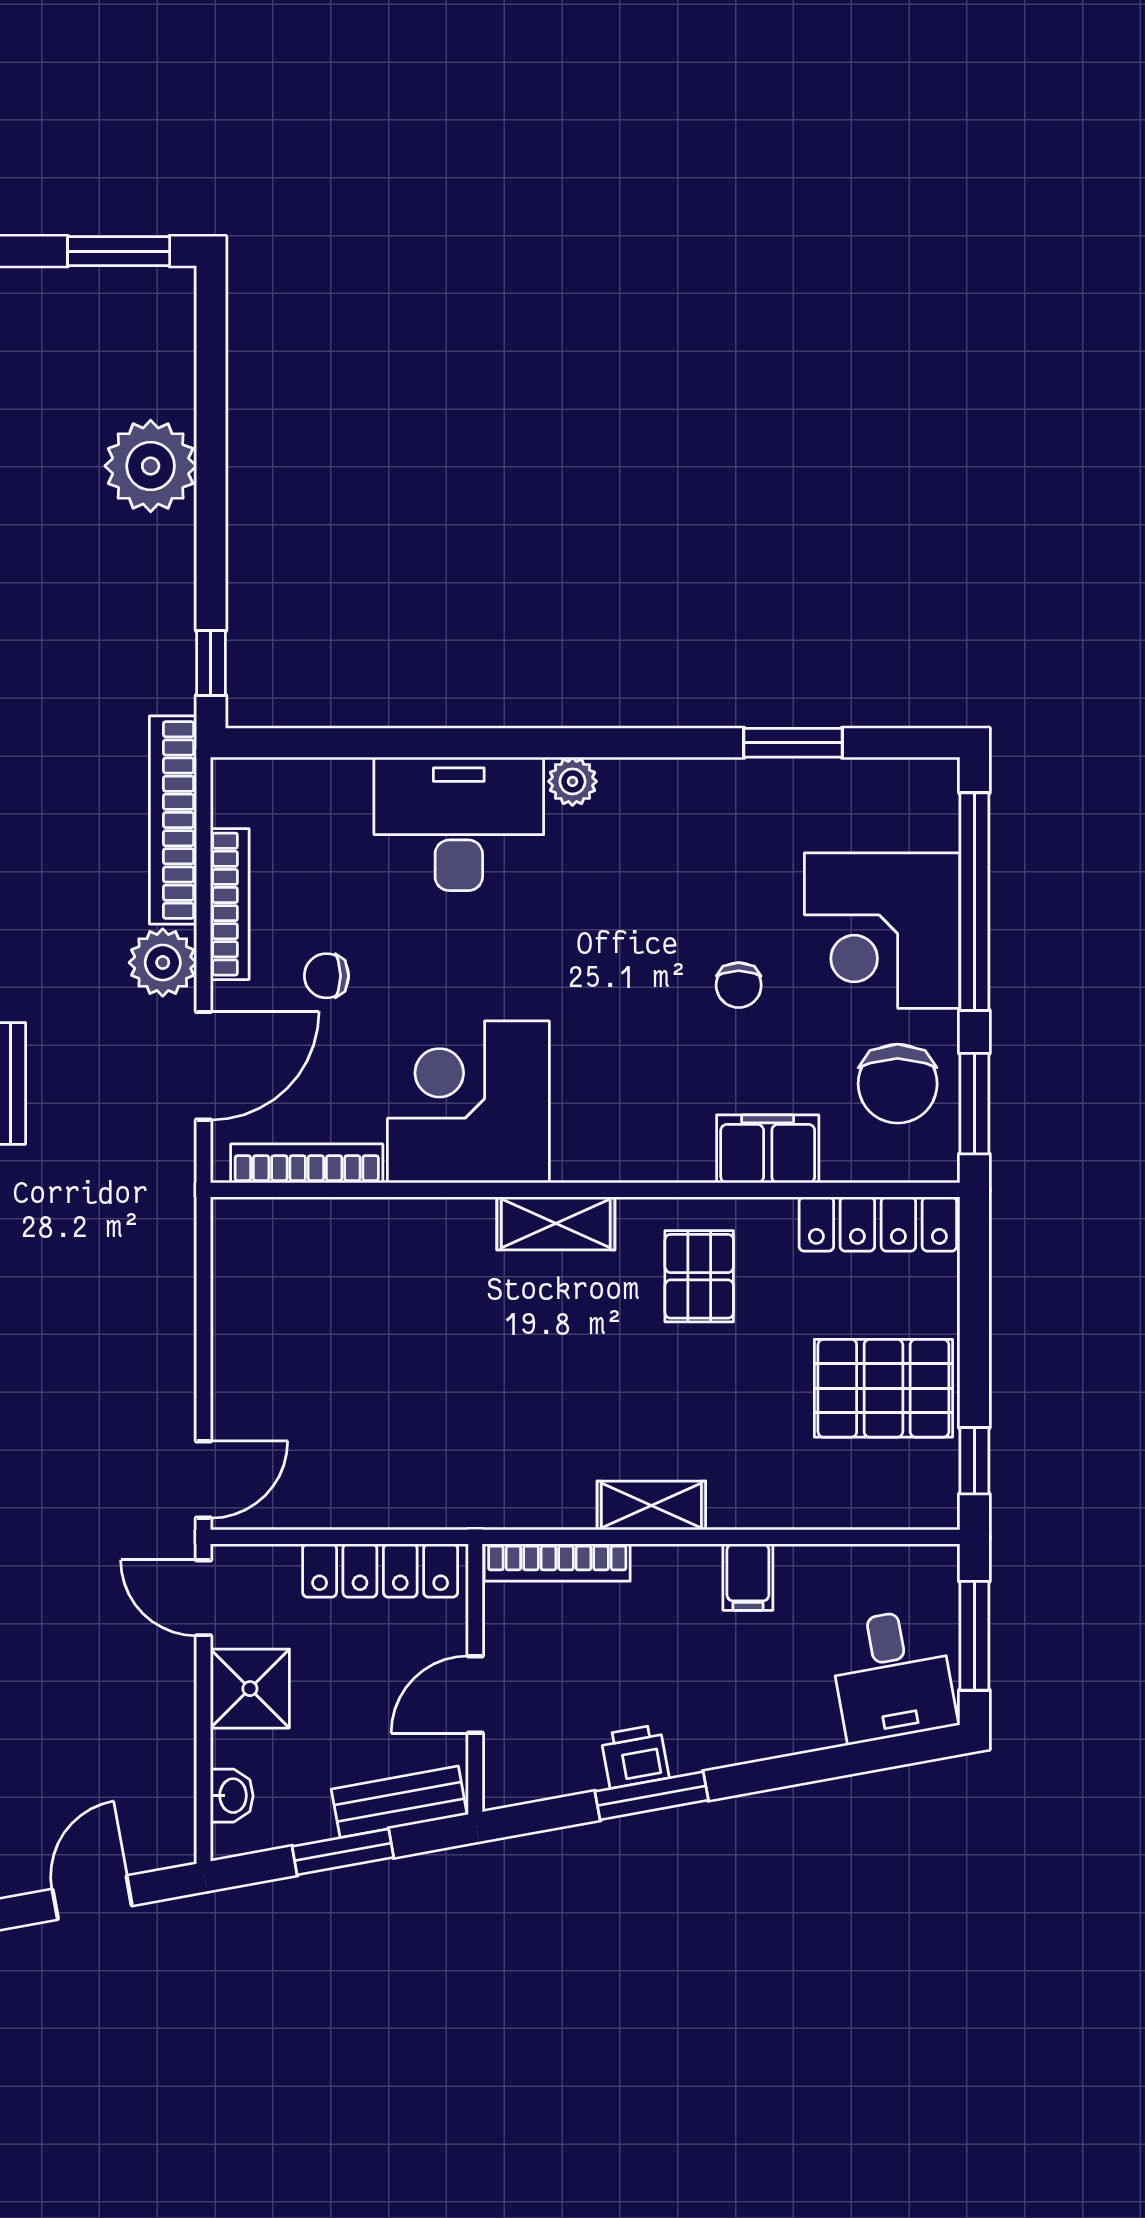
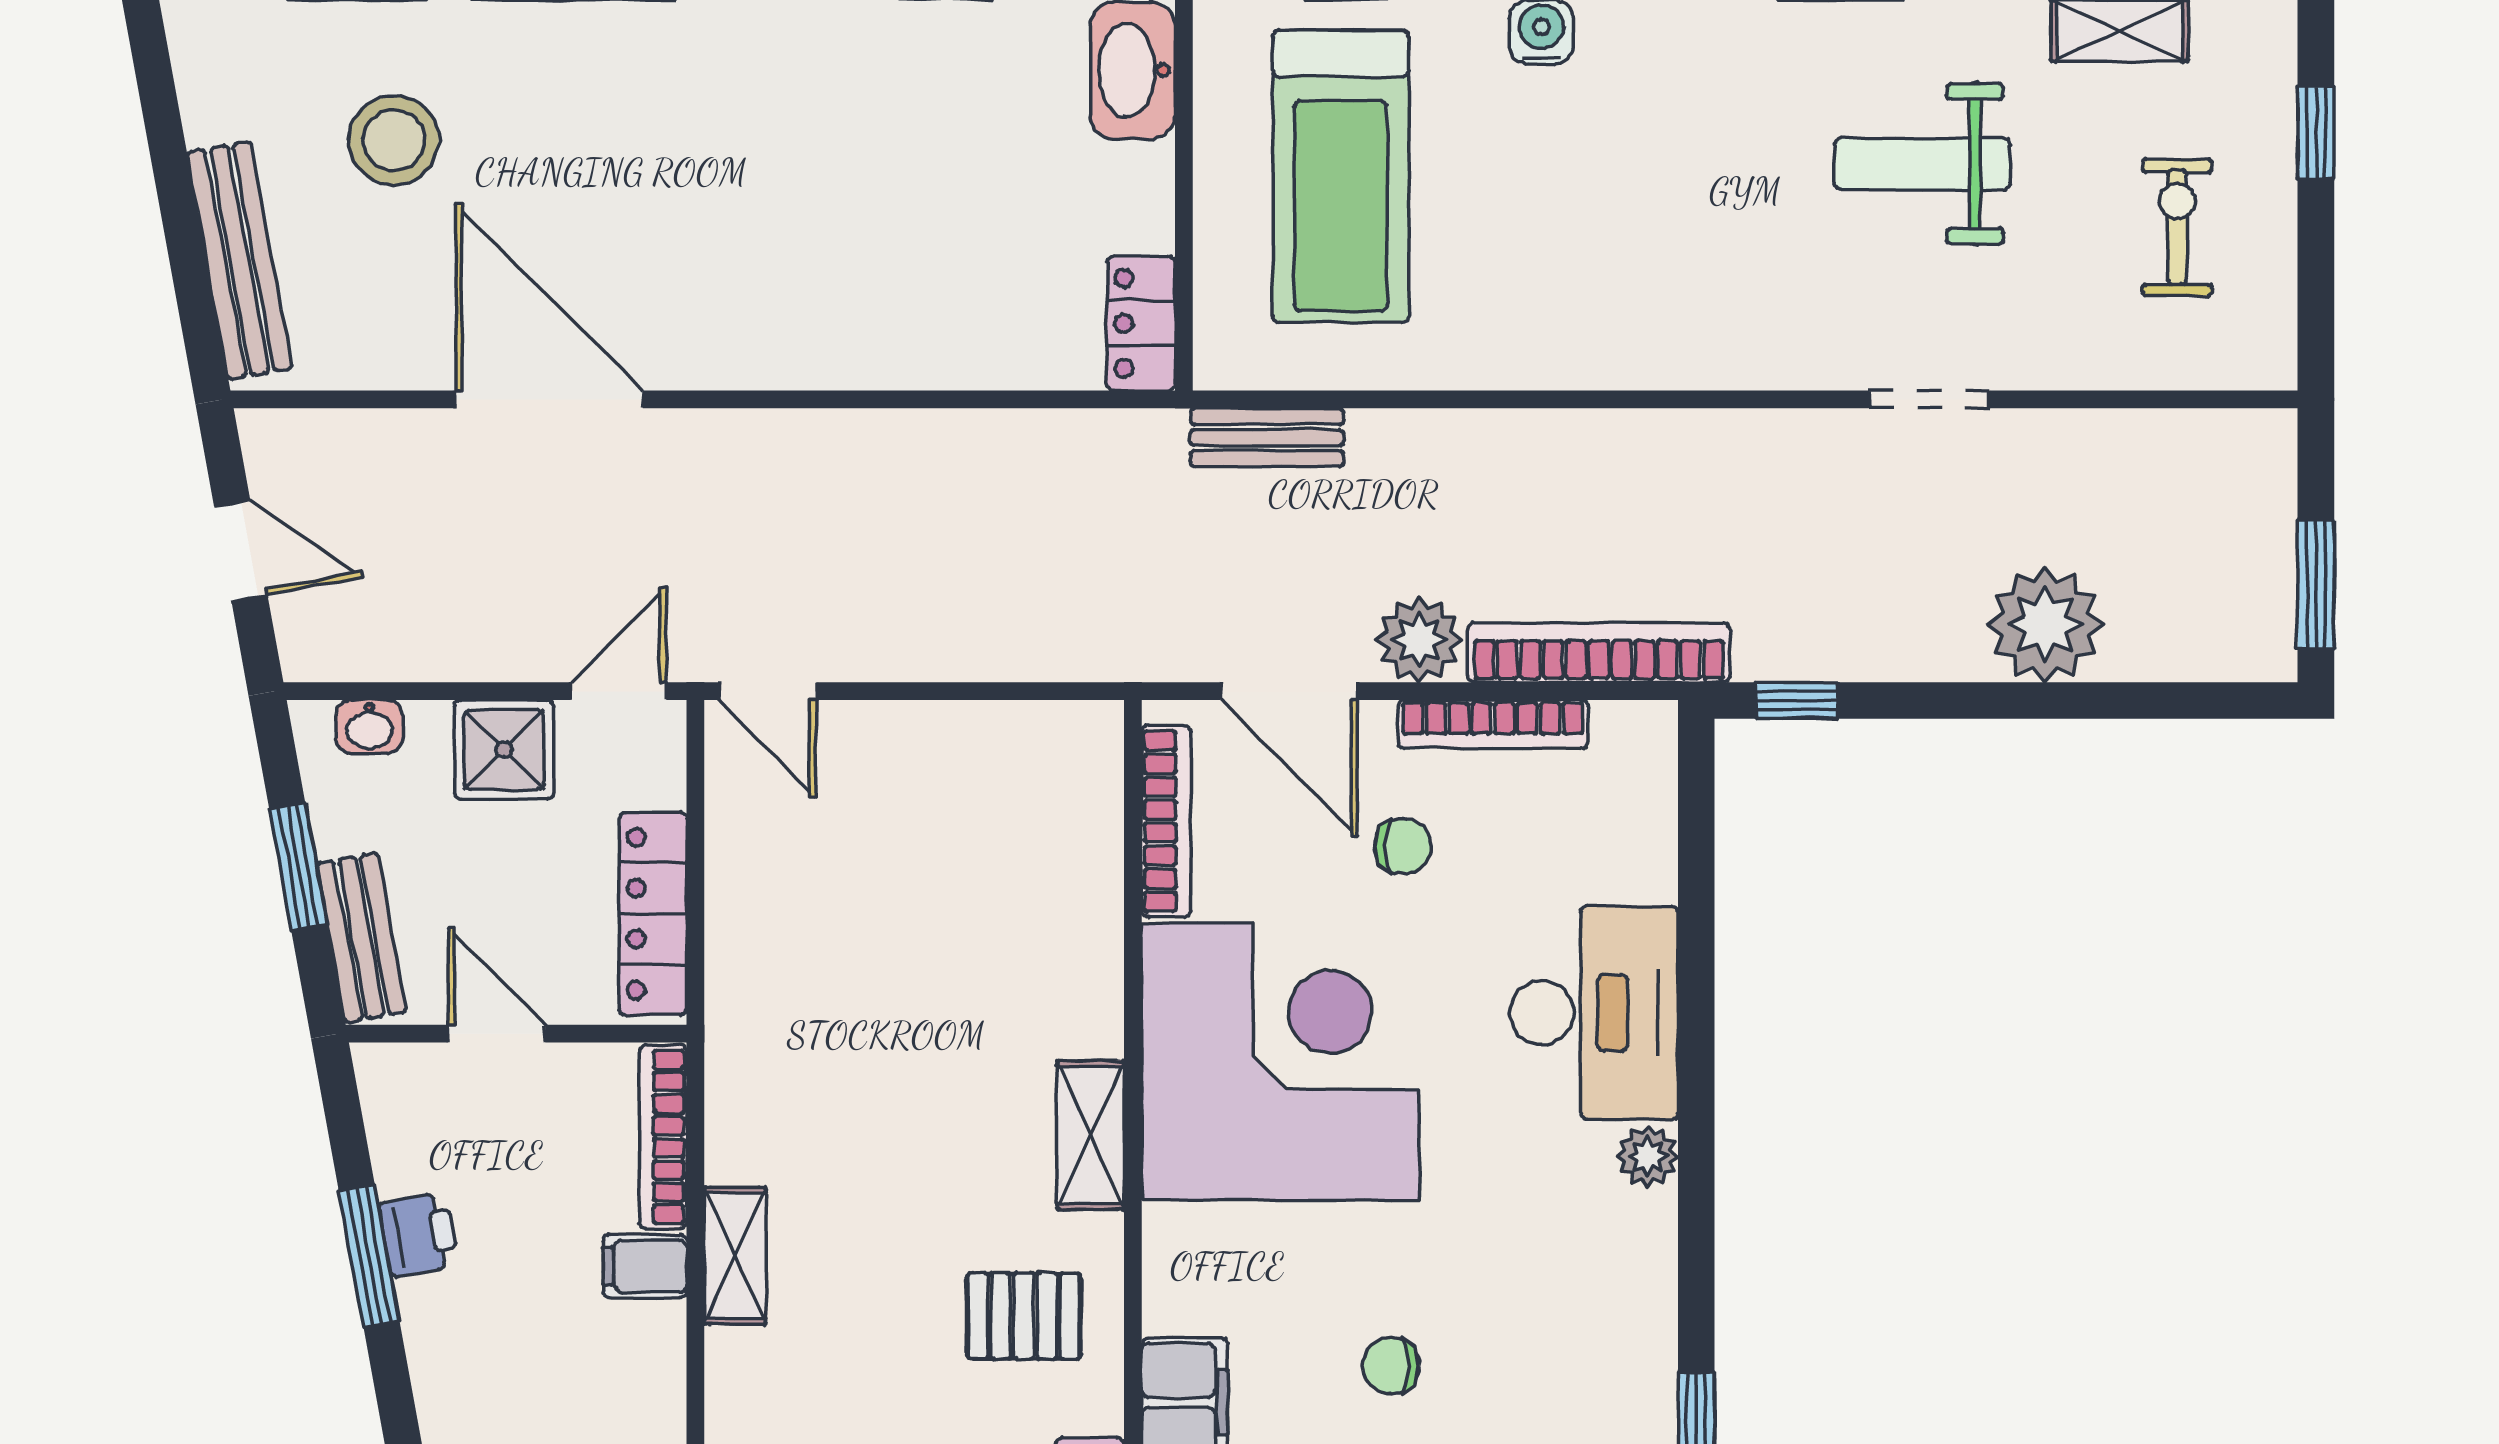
chair: (327, 976) -> (1403, 846), turned 90
corner desk: (468, 1102) -> (1280, 1062), width x1.36, depth x1.36
filing cabinet: (748, 1577) -> (645, 1266), moved

